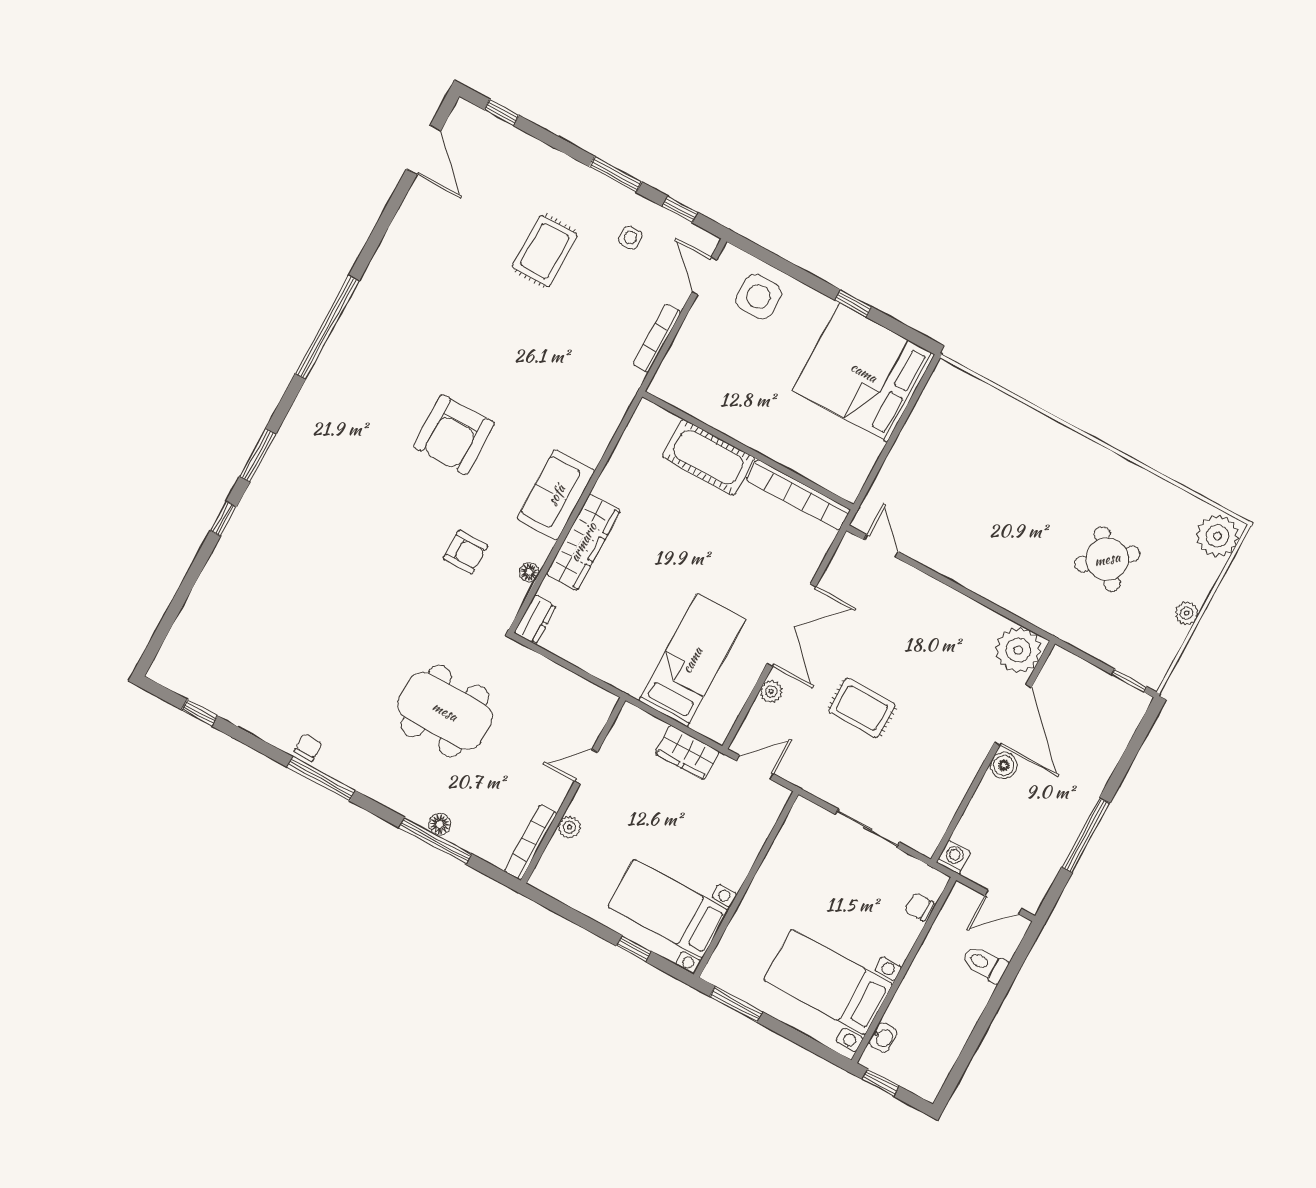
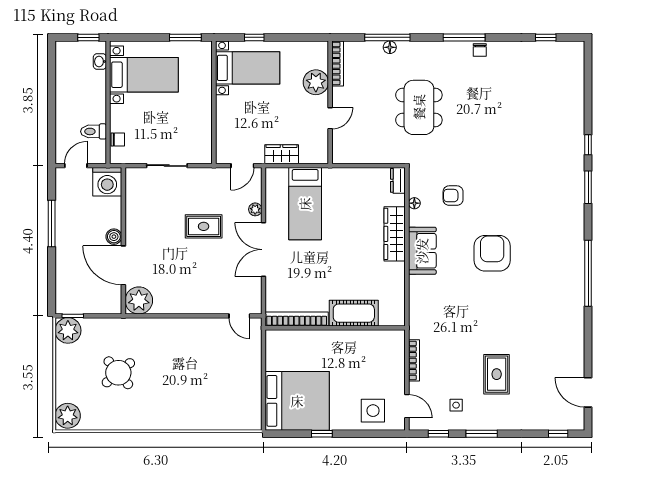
plant: (1187, 613) -> (68, 330), moved, width x1.88, depth x1.88
dining table: (445, 711) -> (419, 107), turned 90
plant: (569, 827) -> (316, 82), width x1.88, depth x1.88
washing machine: (954, 857) -> (107, 182), width x1.89, depth x1.89
toilet: (985, 964) -> (94, 131), moved, turned 180

